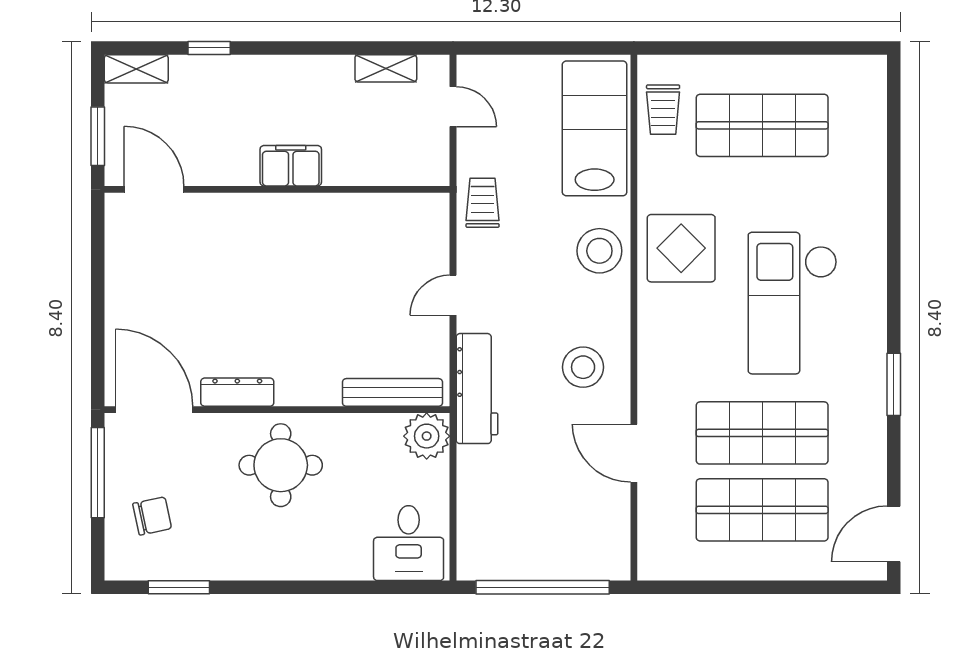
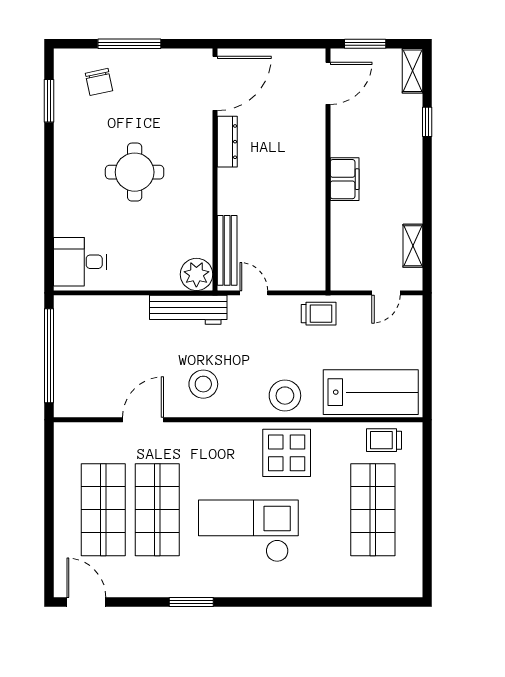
dresser: (237, 392) -> (227, 142), moved
bench: (392, 392) -> (227, 250), moved
door: (154, 410) -> (215, 83), moved
wall: (277, 410) -> (215, 170), moved
plant: (427, 436) -> (196, 274), moved

